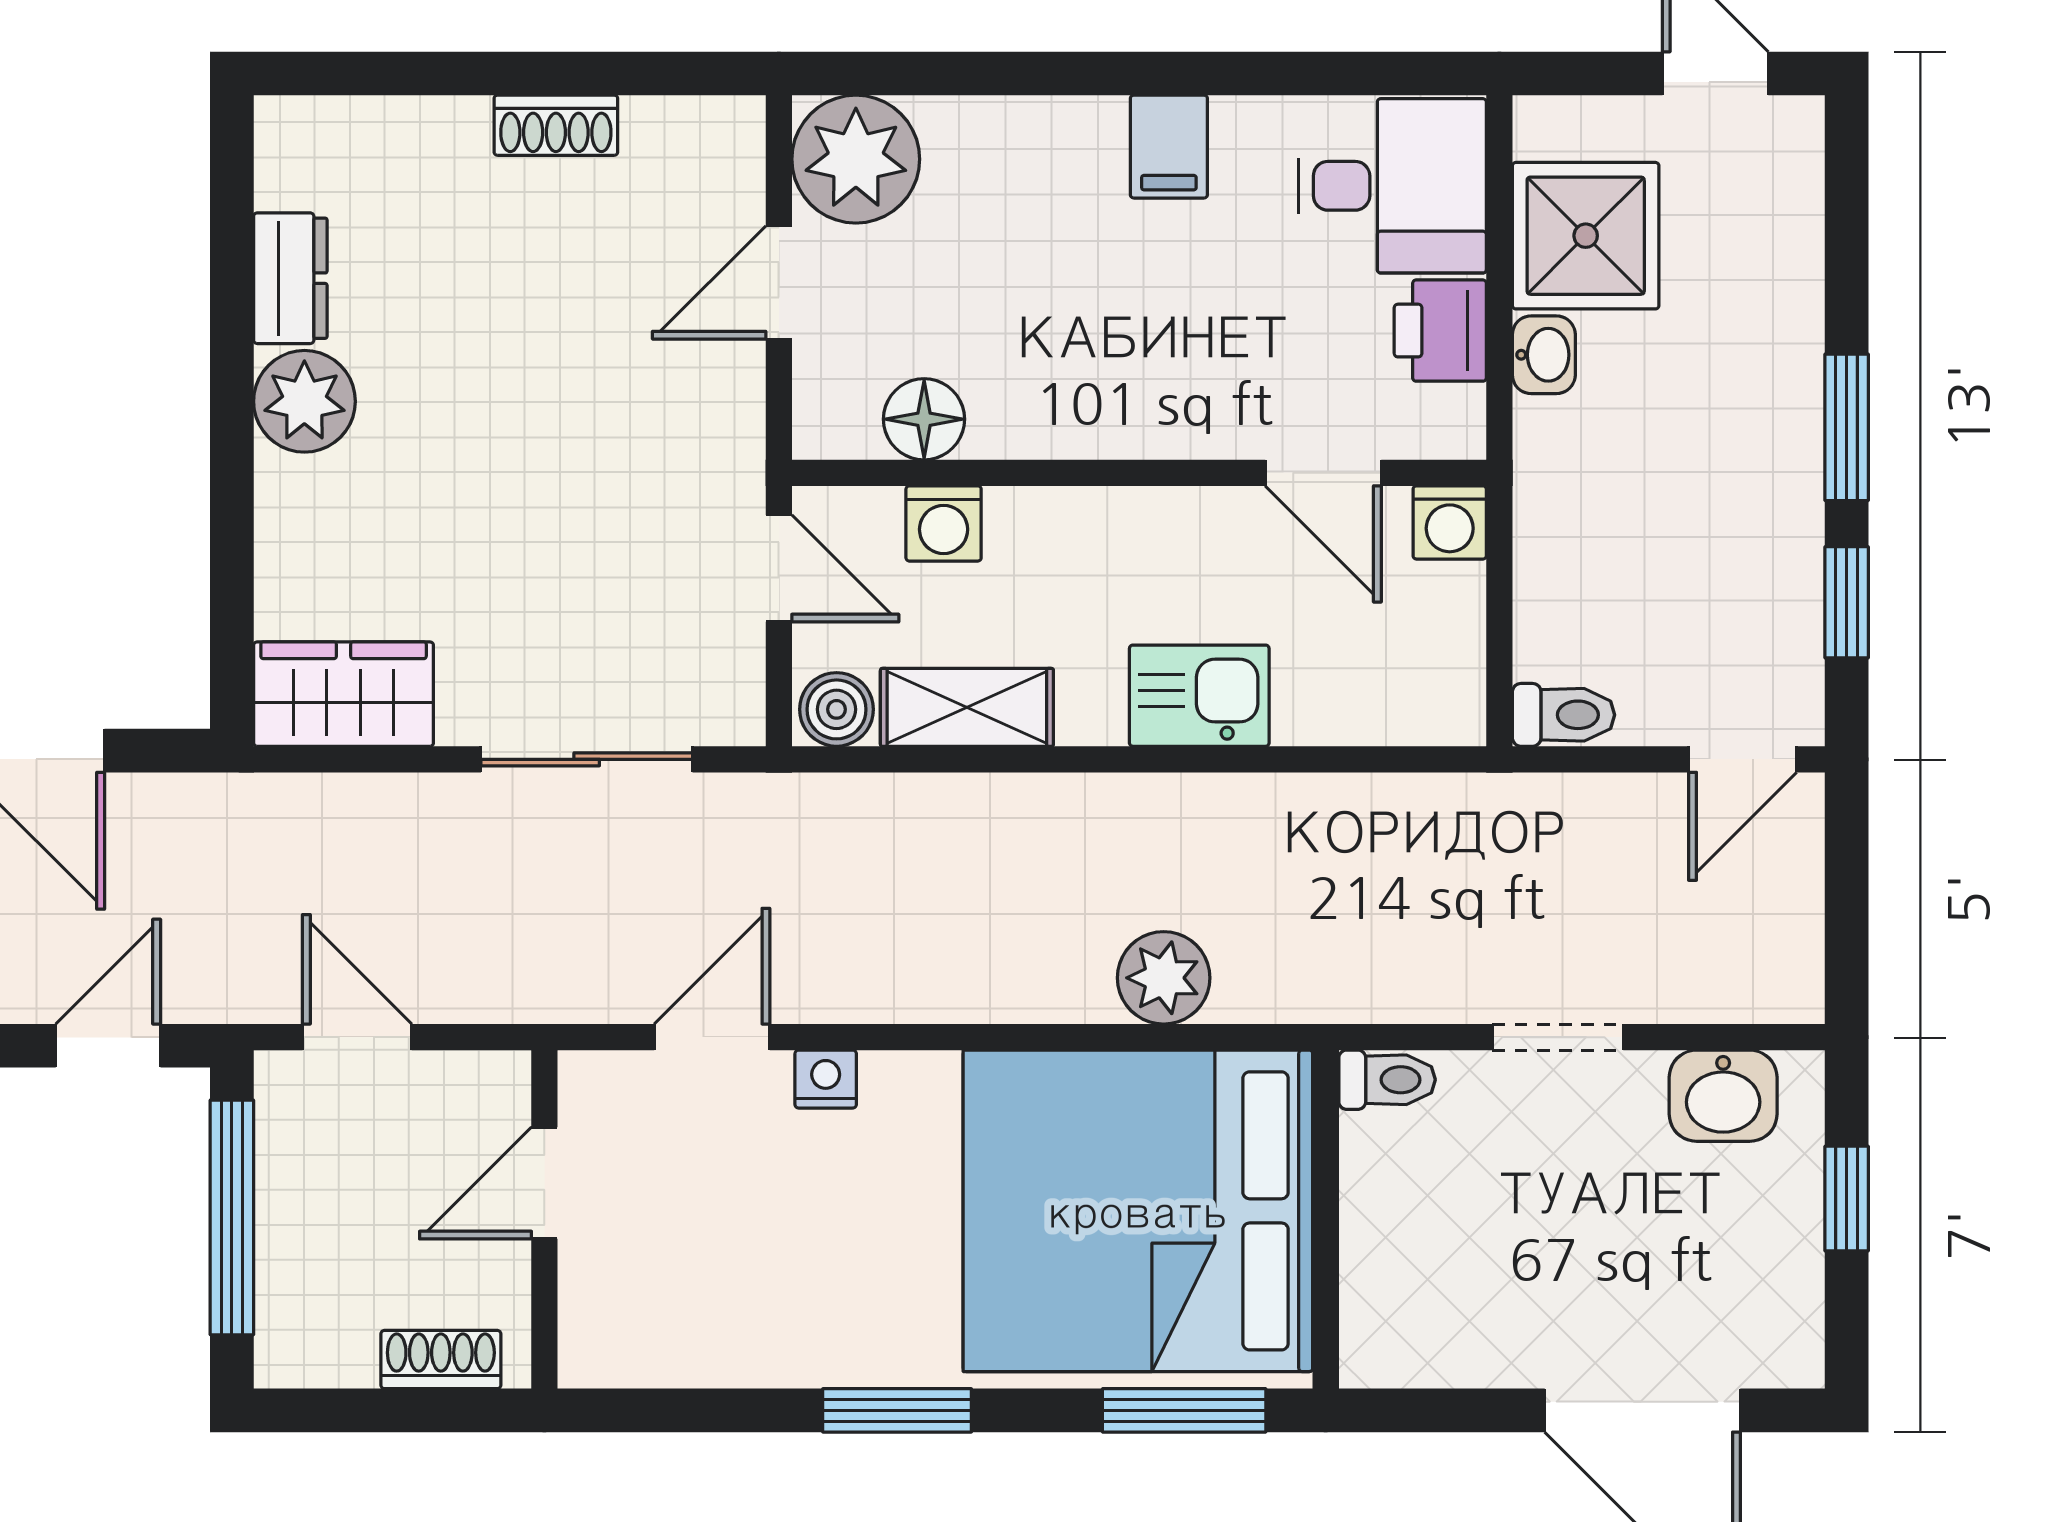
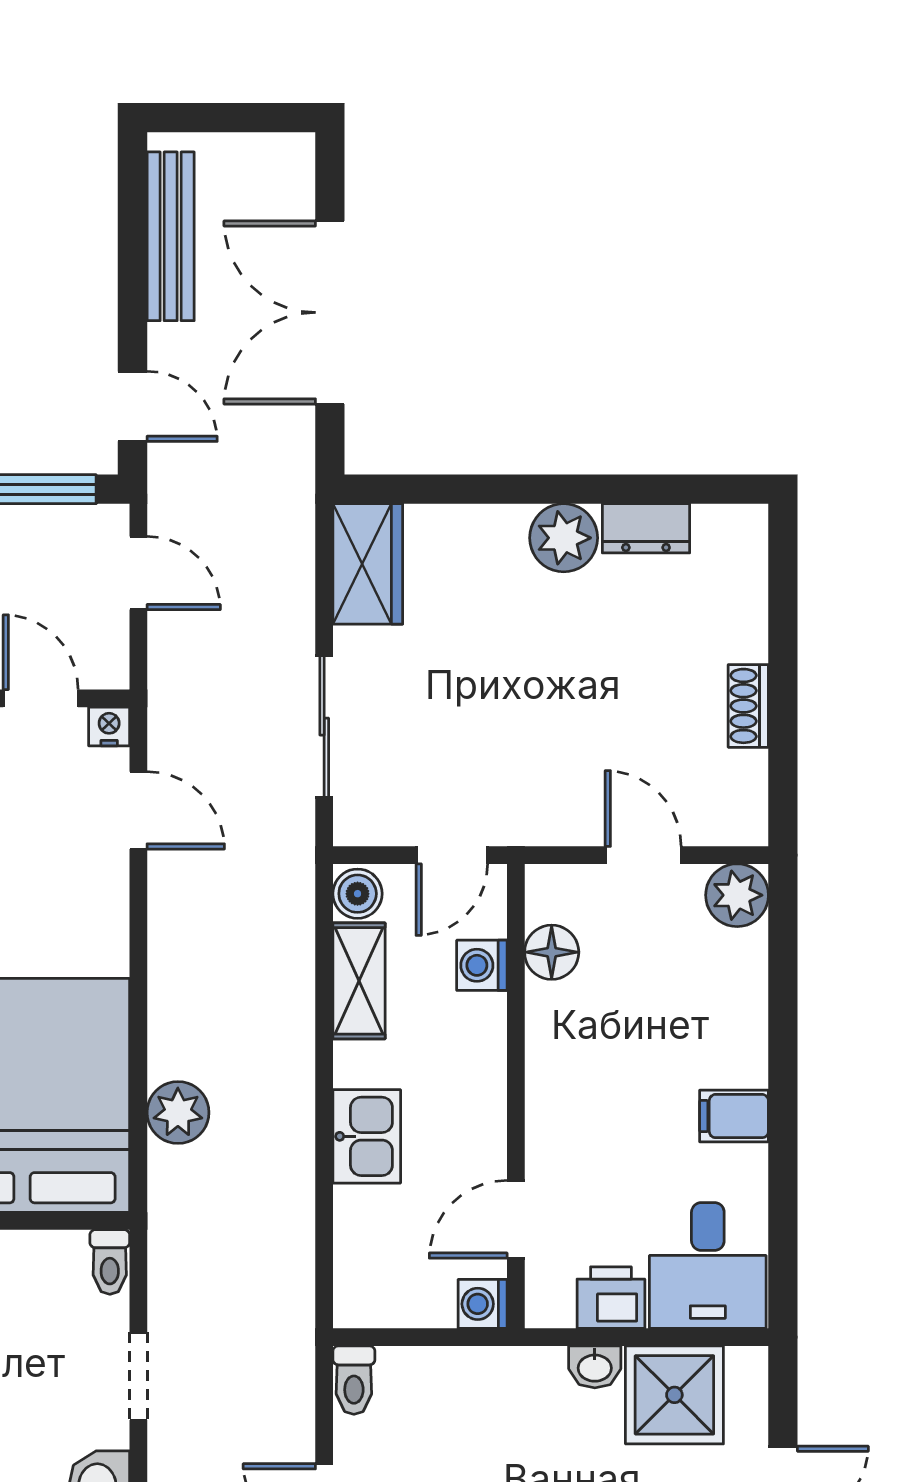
plant: (856, 159) -> (737, 895), width x0.73, depth x0.73
door: (357, 1037) -> (138, 573), hinge flipped
nightstand: (826, 1079) -> (109, 726), moved, turned -90

